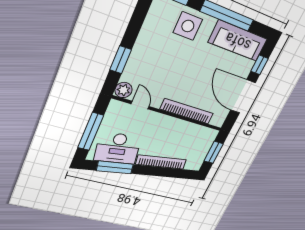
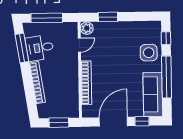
desk: (118, 148) -> (40, 48), width x0.73

